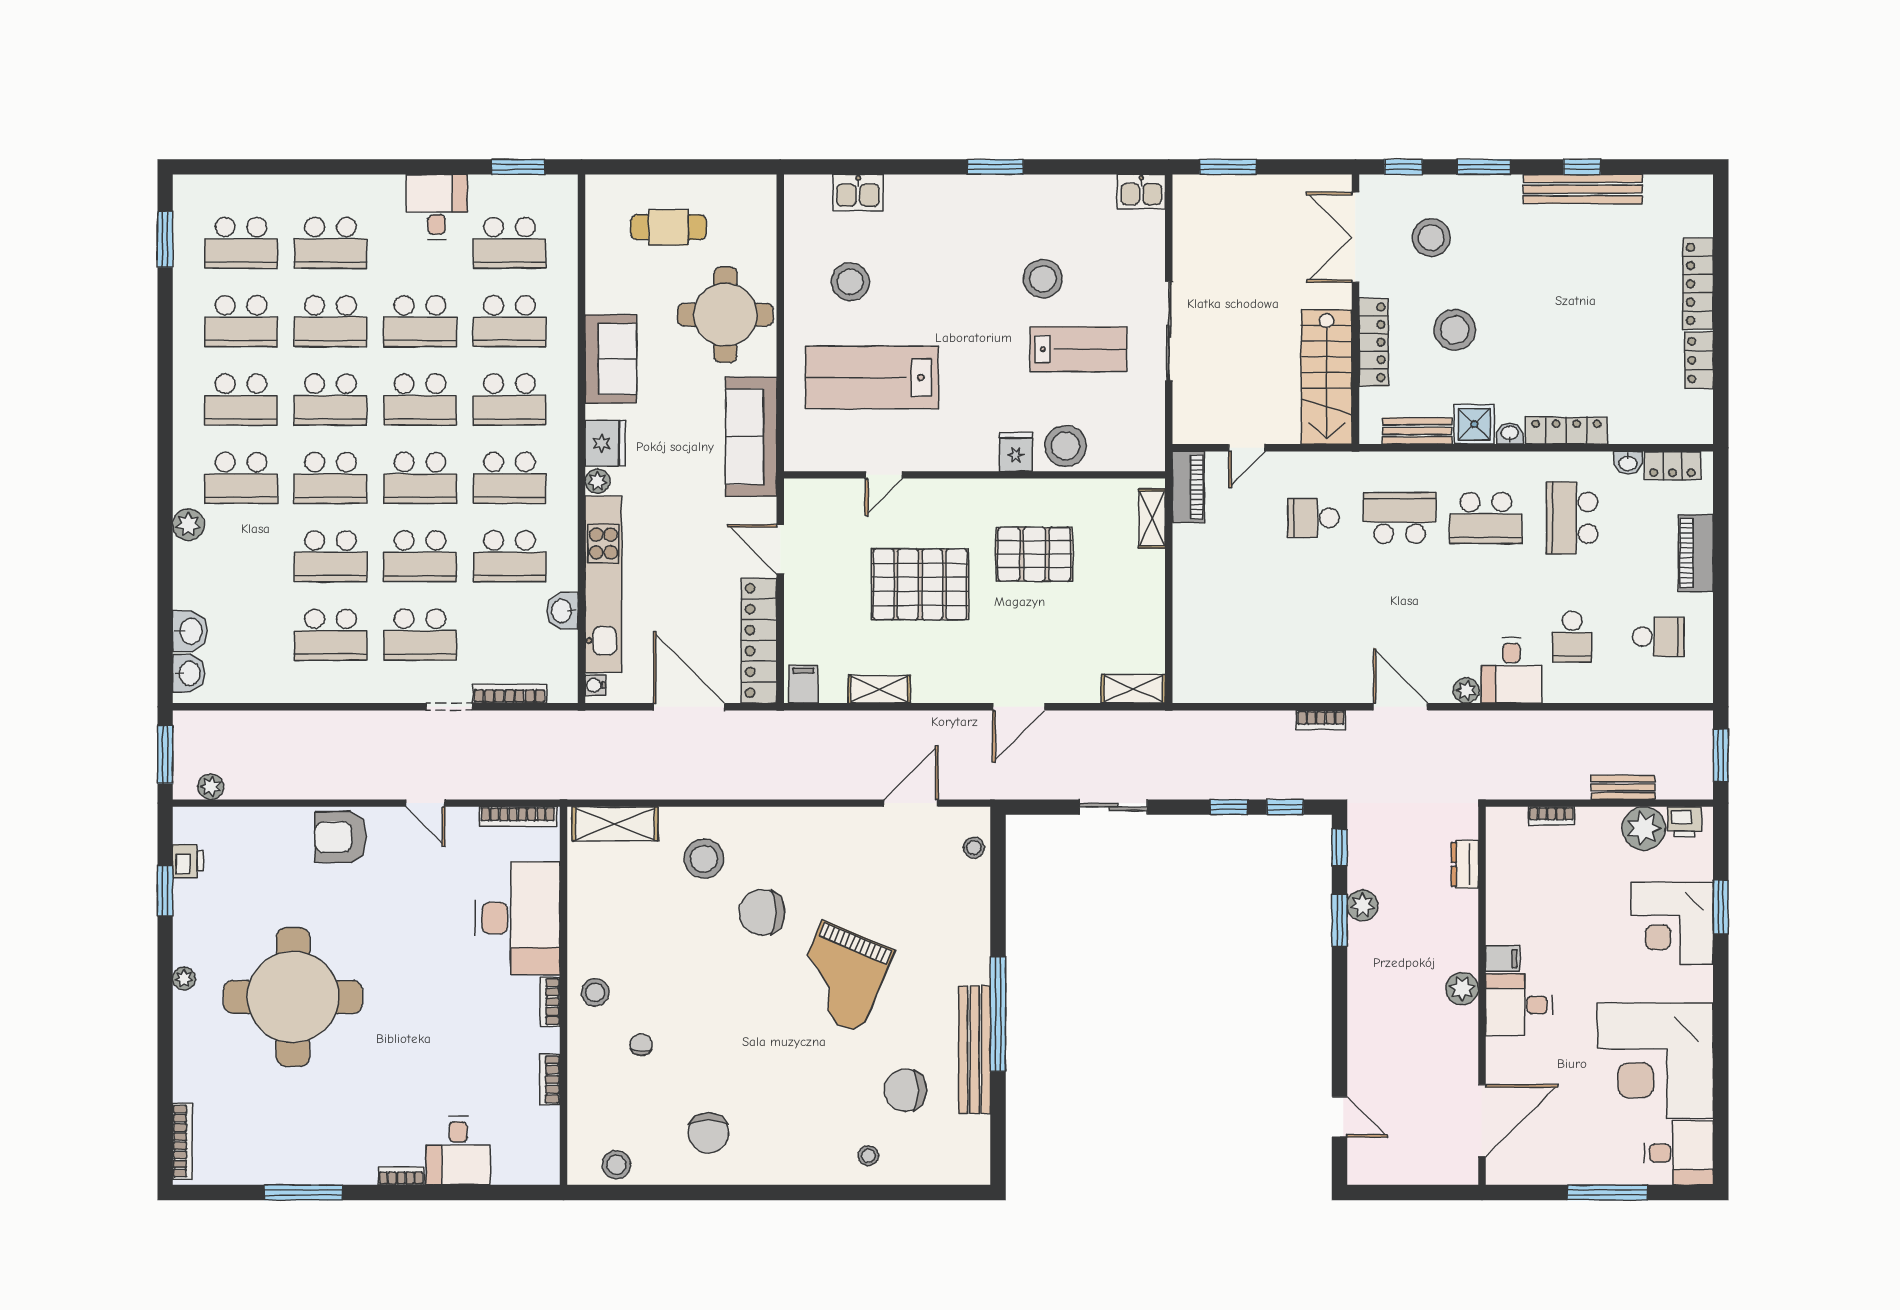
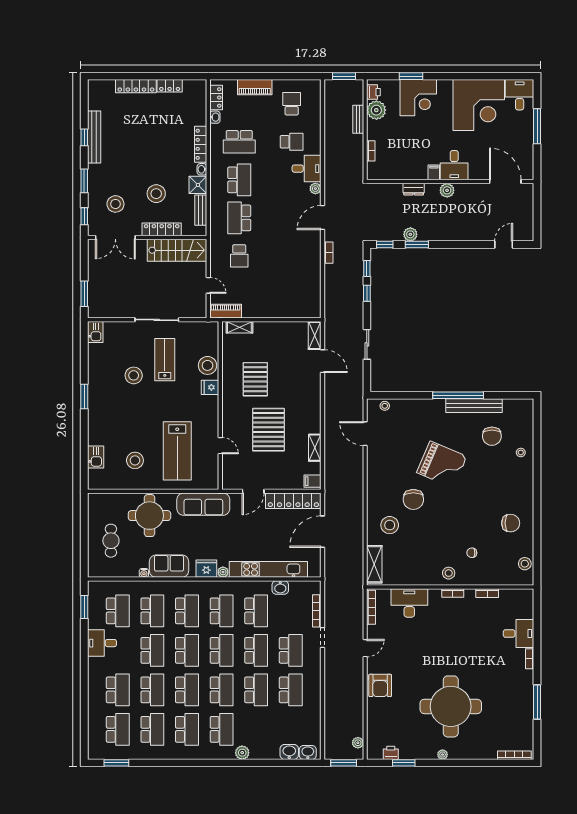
water cooler: (595, 685) -> (144, 573), moved
door: (1019, 707) -> (323, 361), moved
dresser: (1465, 864) -> (414, 189), moved
desk: (518, 918) -> (409, 603), width x0.73, depth x0.77

